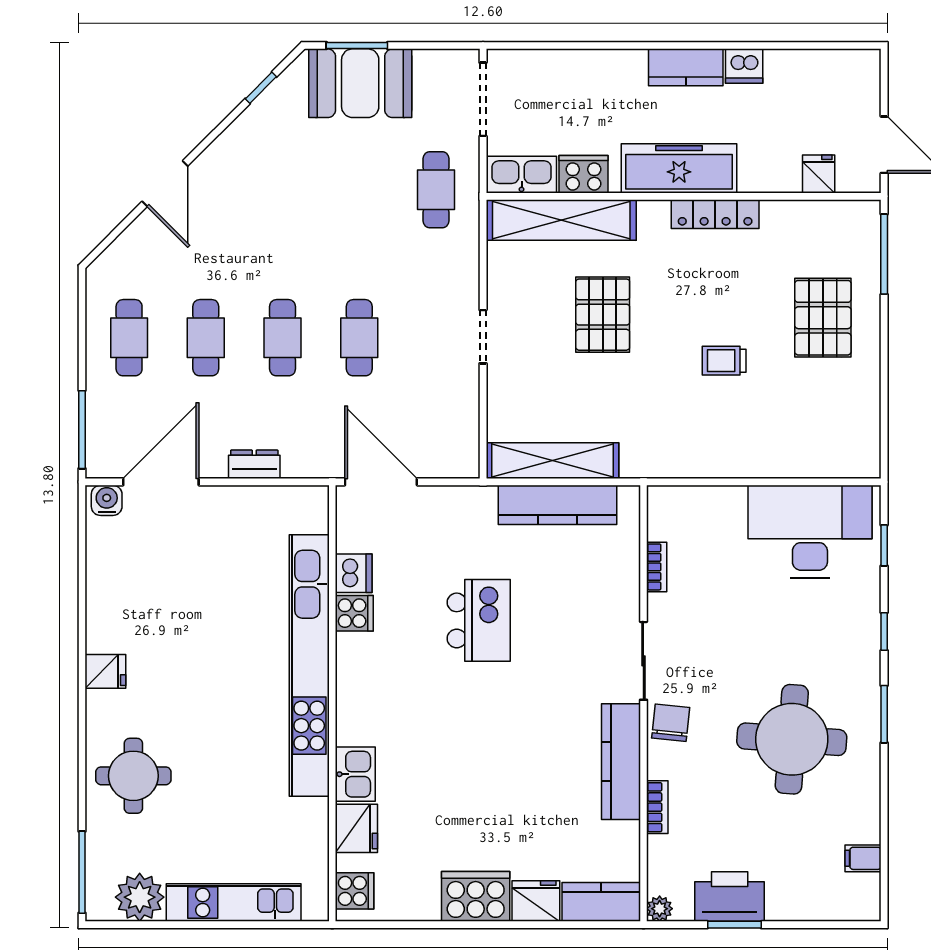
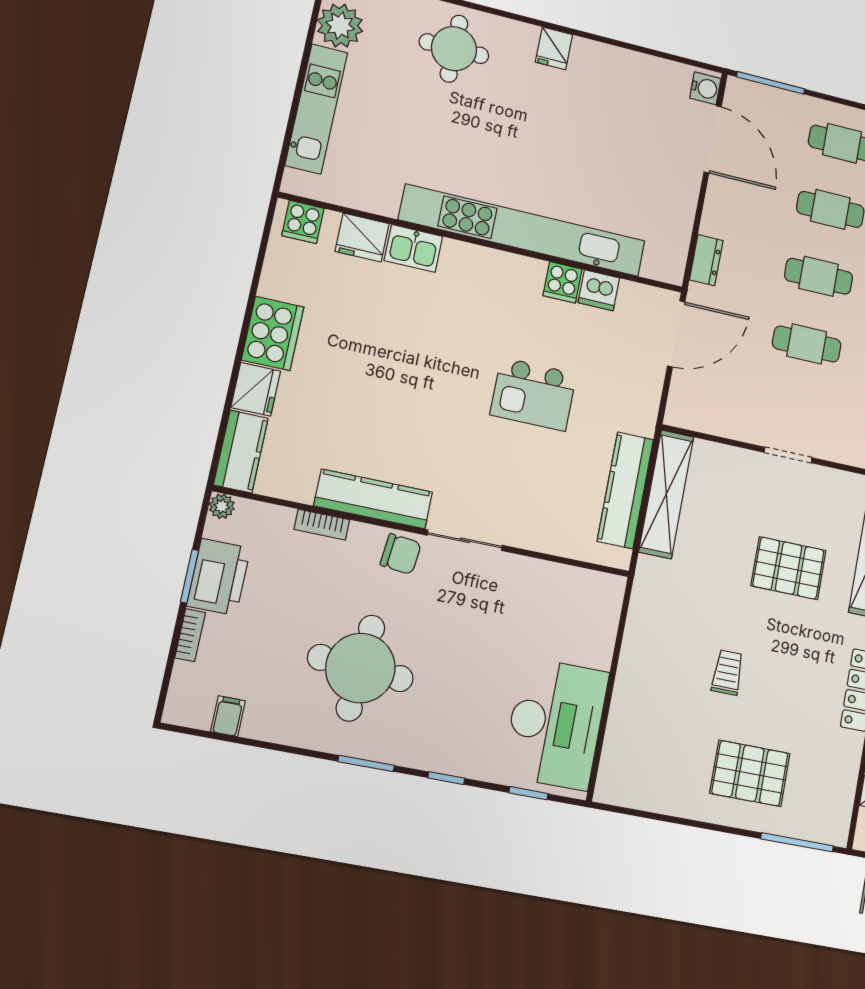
dresser: (254, 464) -> (706, 260), moved
bookcase: (657, 567) -> (190, 635), moved, turned -90

